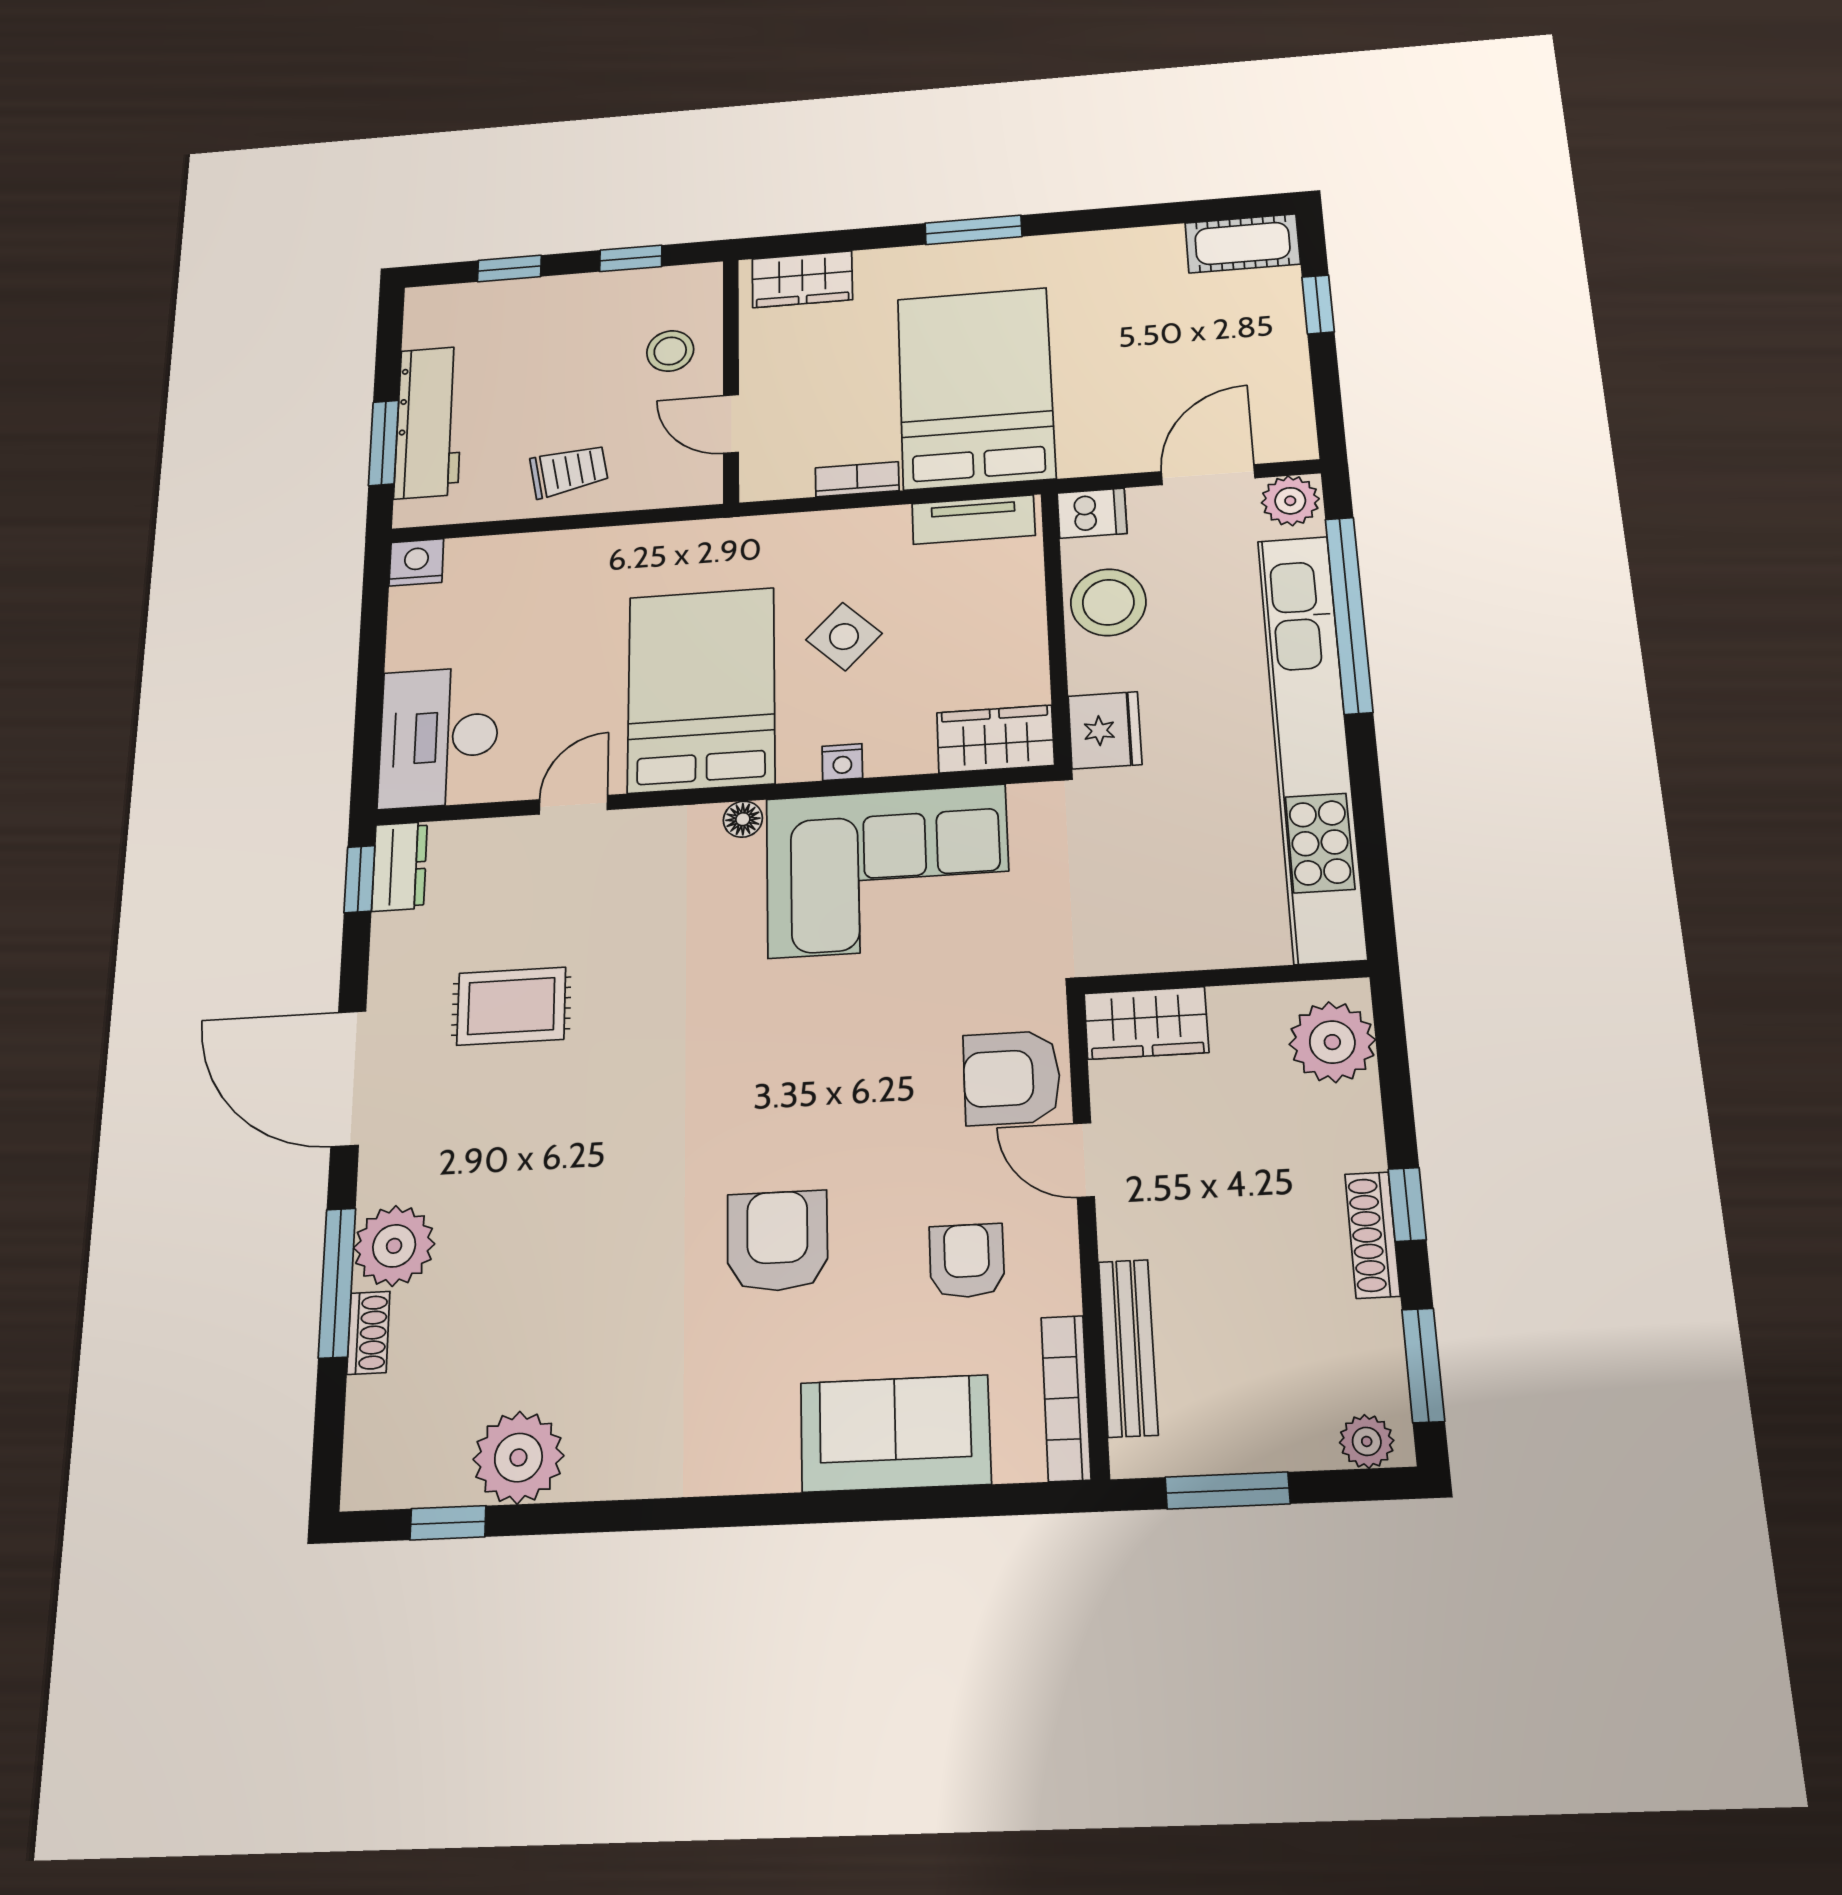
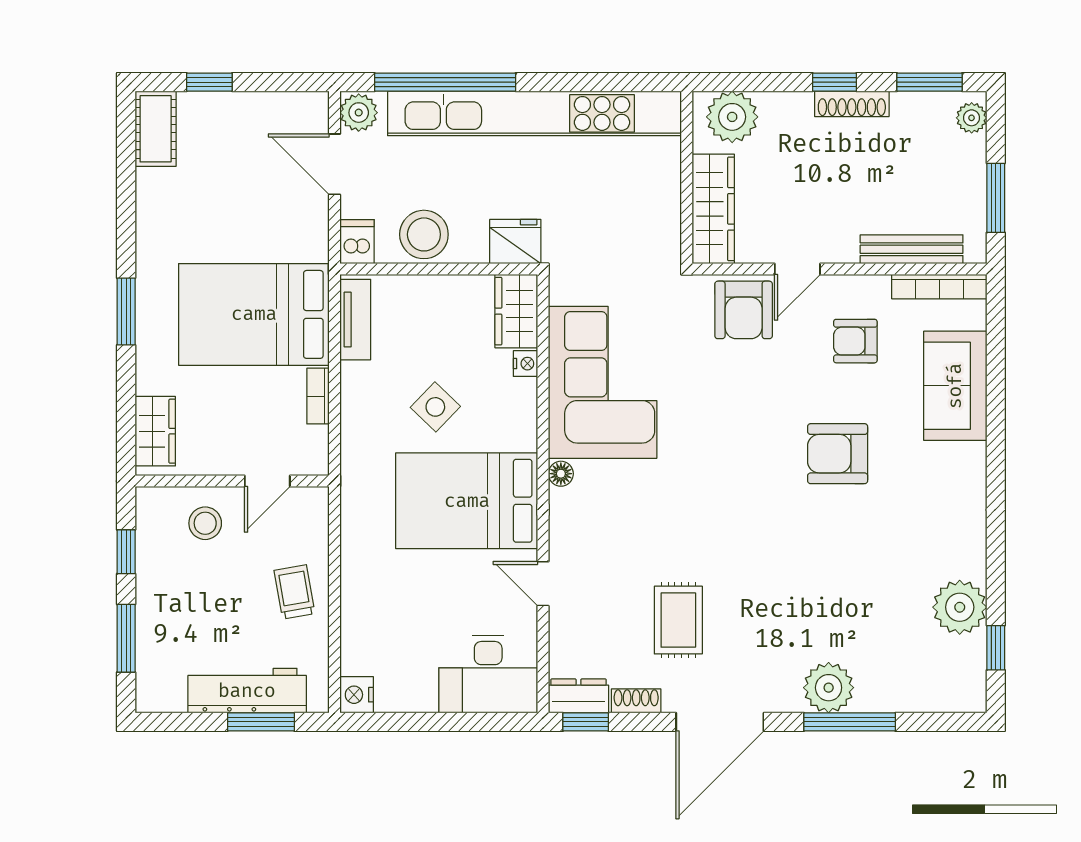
window: (509, 268) -> (126, 638), width x1.50
nightstand: (842, 762) -> (525, 364), moved
wardrobe: (1146, 1023) -> (713, 209), width x1.50
shoe rack: (368, 1333) -> (636, 701), moved

